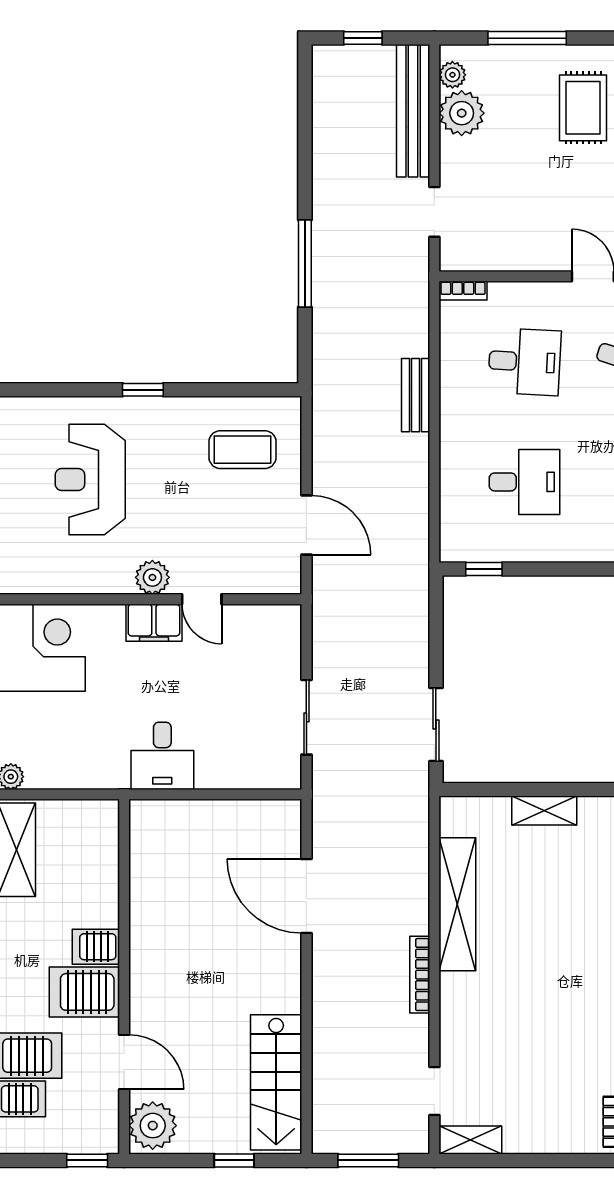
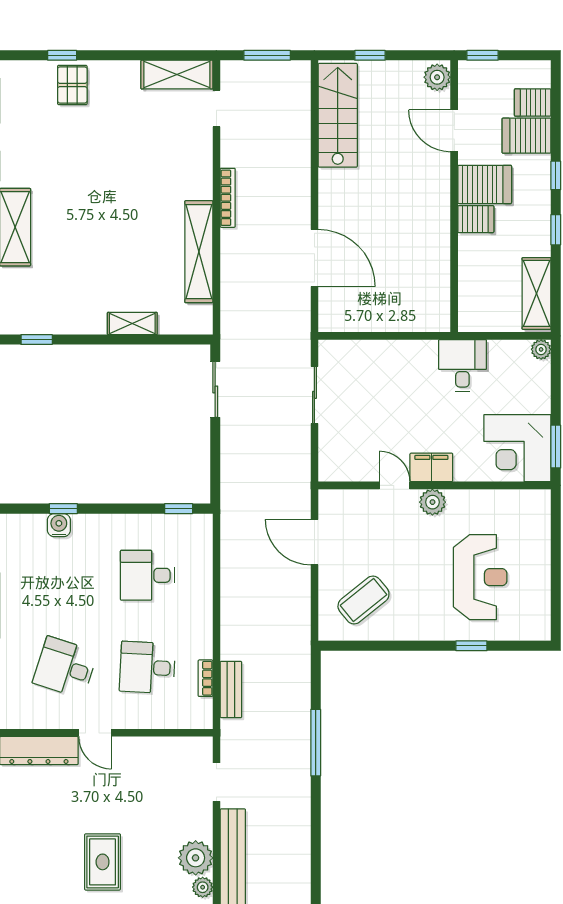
bookcase: (463, 291) -> (205, 678), moved, turned -90
window: (143, 390) -> (471, 646), moved
bench: (416, 395) -> (231, 690), moved
coffee table: (242, 450) -> (363, 600), turned -39
desk: (162, 756) -> (462, 365), moved
plant: (153, 1126) -> (437, 77), width x0.73, depth x0.73
shelving: (470, 1140) -> (177, 75), width x1.50, depth x1.33

